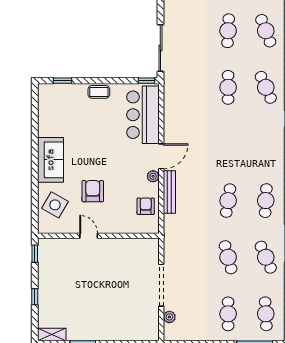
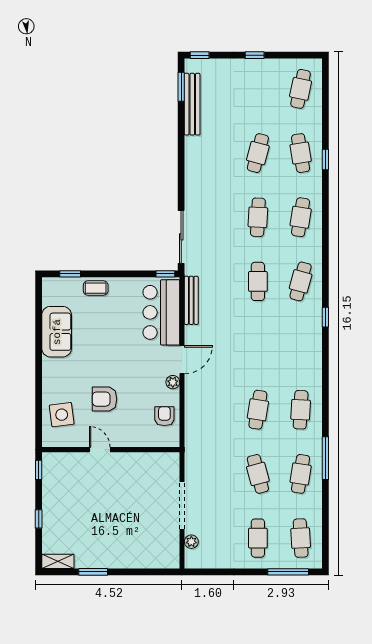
cafe table: (266, 31) -> (301, 217), turned 30
cafe table: (266, 87) -> (301, 281), turned 39
coffee table: (99, 92) -> (96, 288), moved
sofa: (50, 160) -> (57, 332), moved
armchair: (93, 191) -> (105, 399), turned -90
bench: (169, 192) -> (191, 300), moved
side table: (55, 205) -> (62, 415), turned -37
cafe table: (266, 257) -> (301, 474), turned 33

